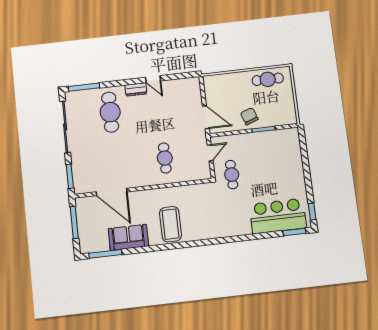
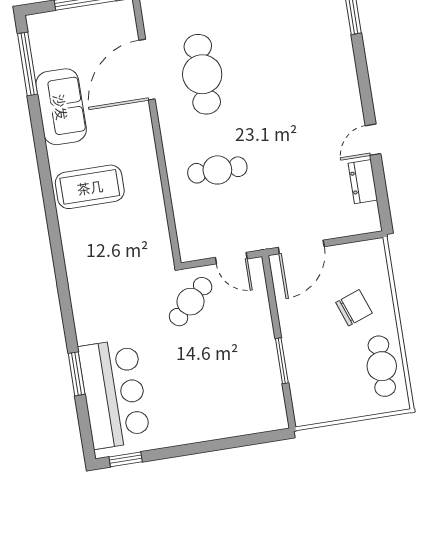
dresser: (136, 89) -> (363, 182), moved
cafe table: (110, 112) -> (202, 74), moved, turned 90
chair: (249, 116) -> (354, 308), moved
cafe table: (232, 175) -> (191, 302), turned -43
window: (294, 232) -> (77, 374), moved

